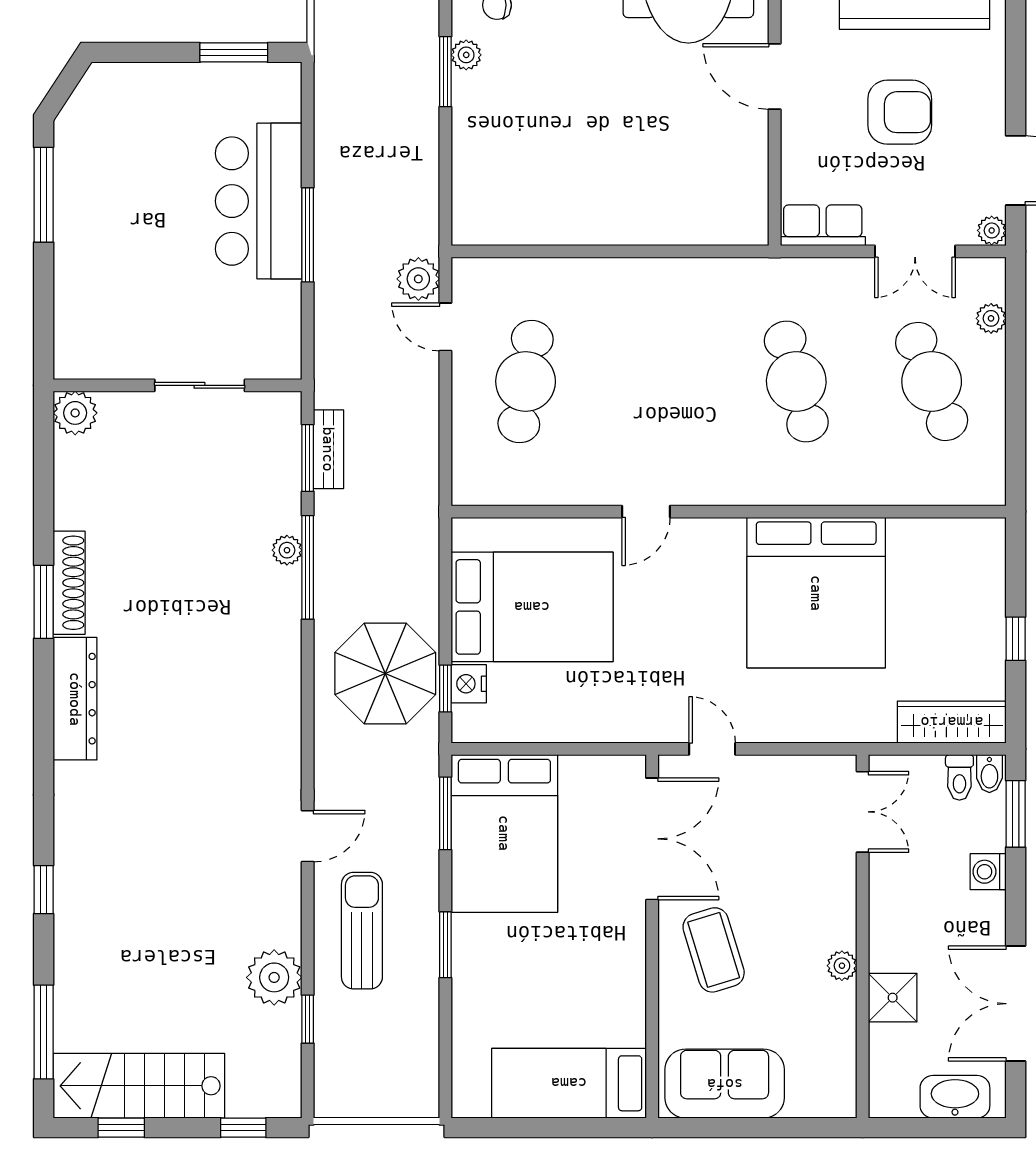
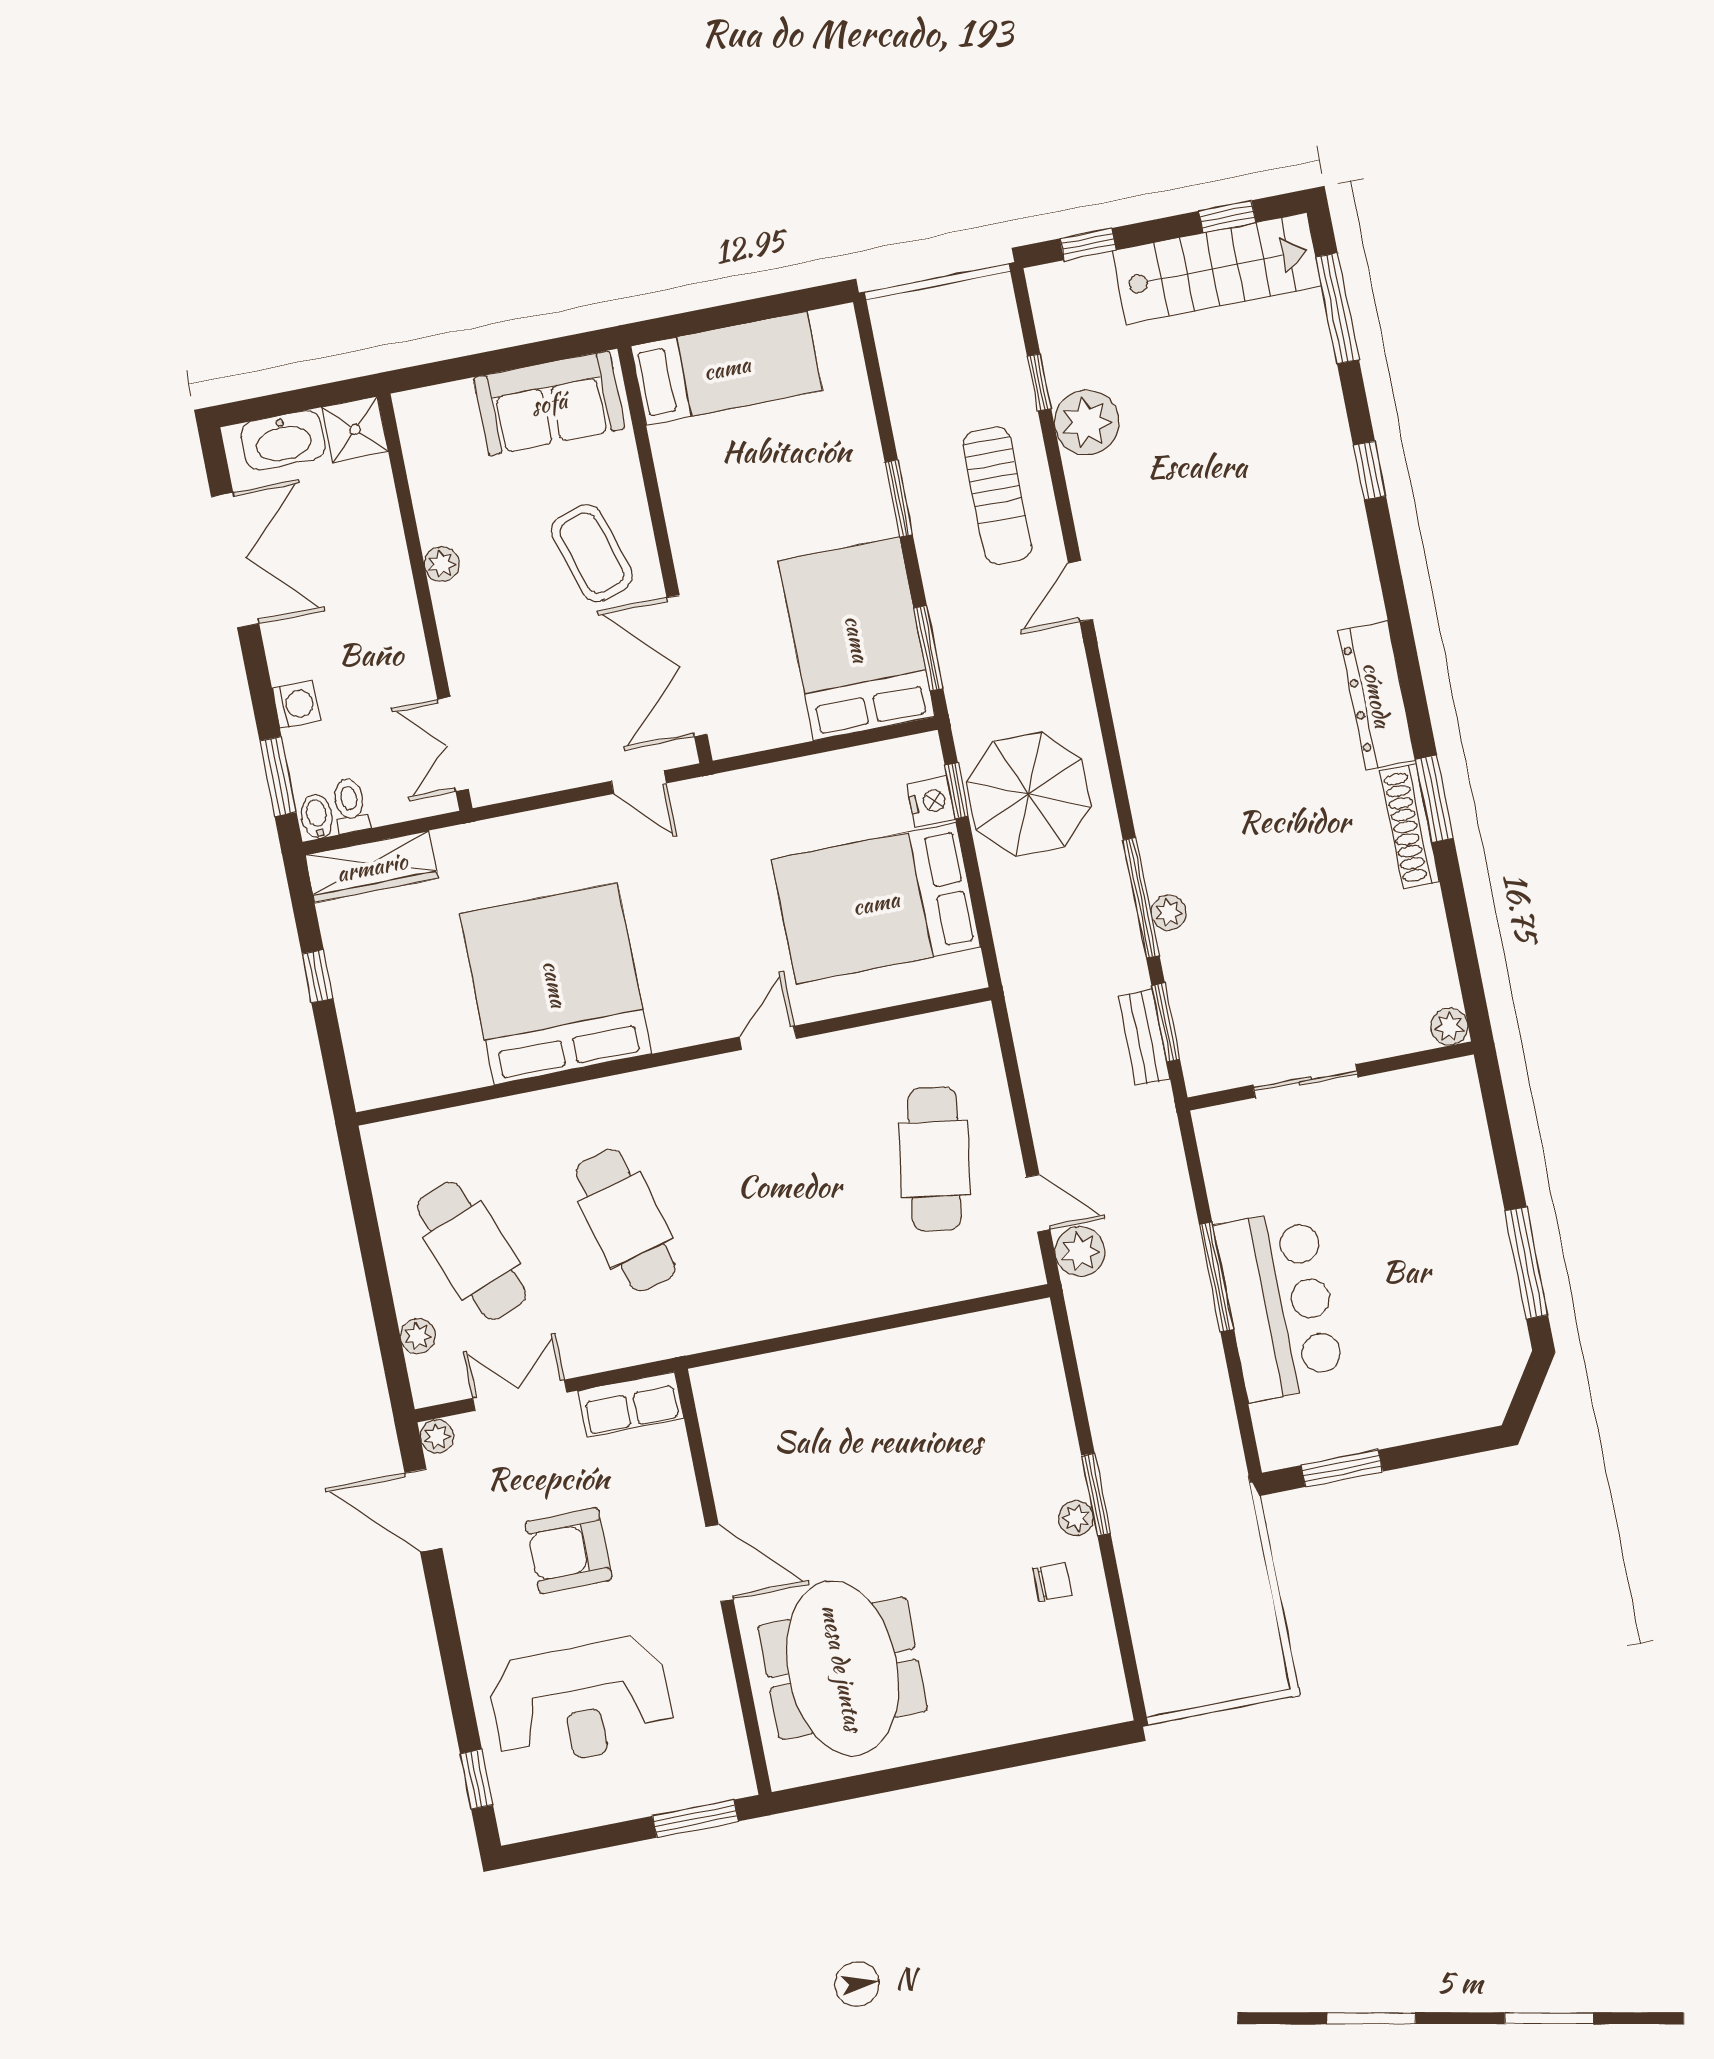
plant: (75, 413) -> (1449, 1027), width x0.73, depth x0.73
shower: (893, 998) -> (355, 429), moved

